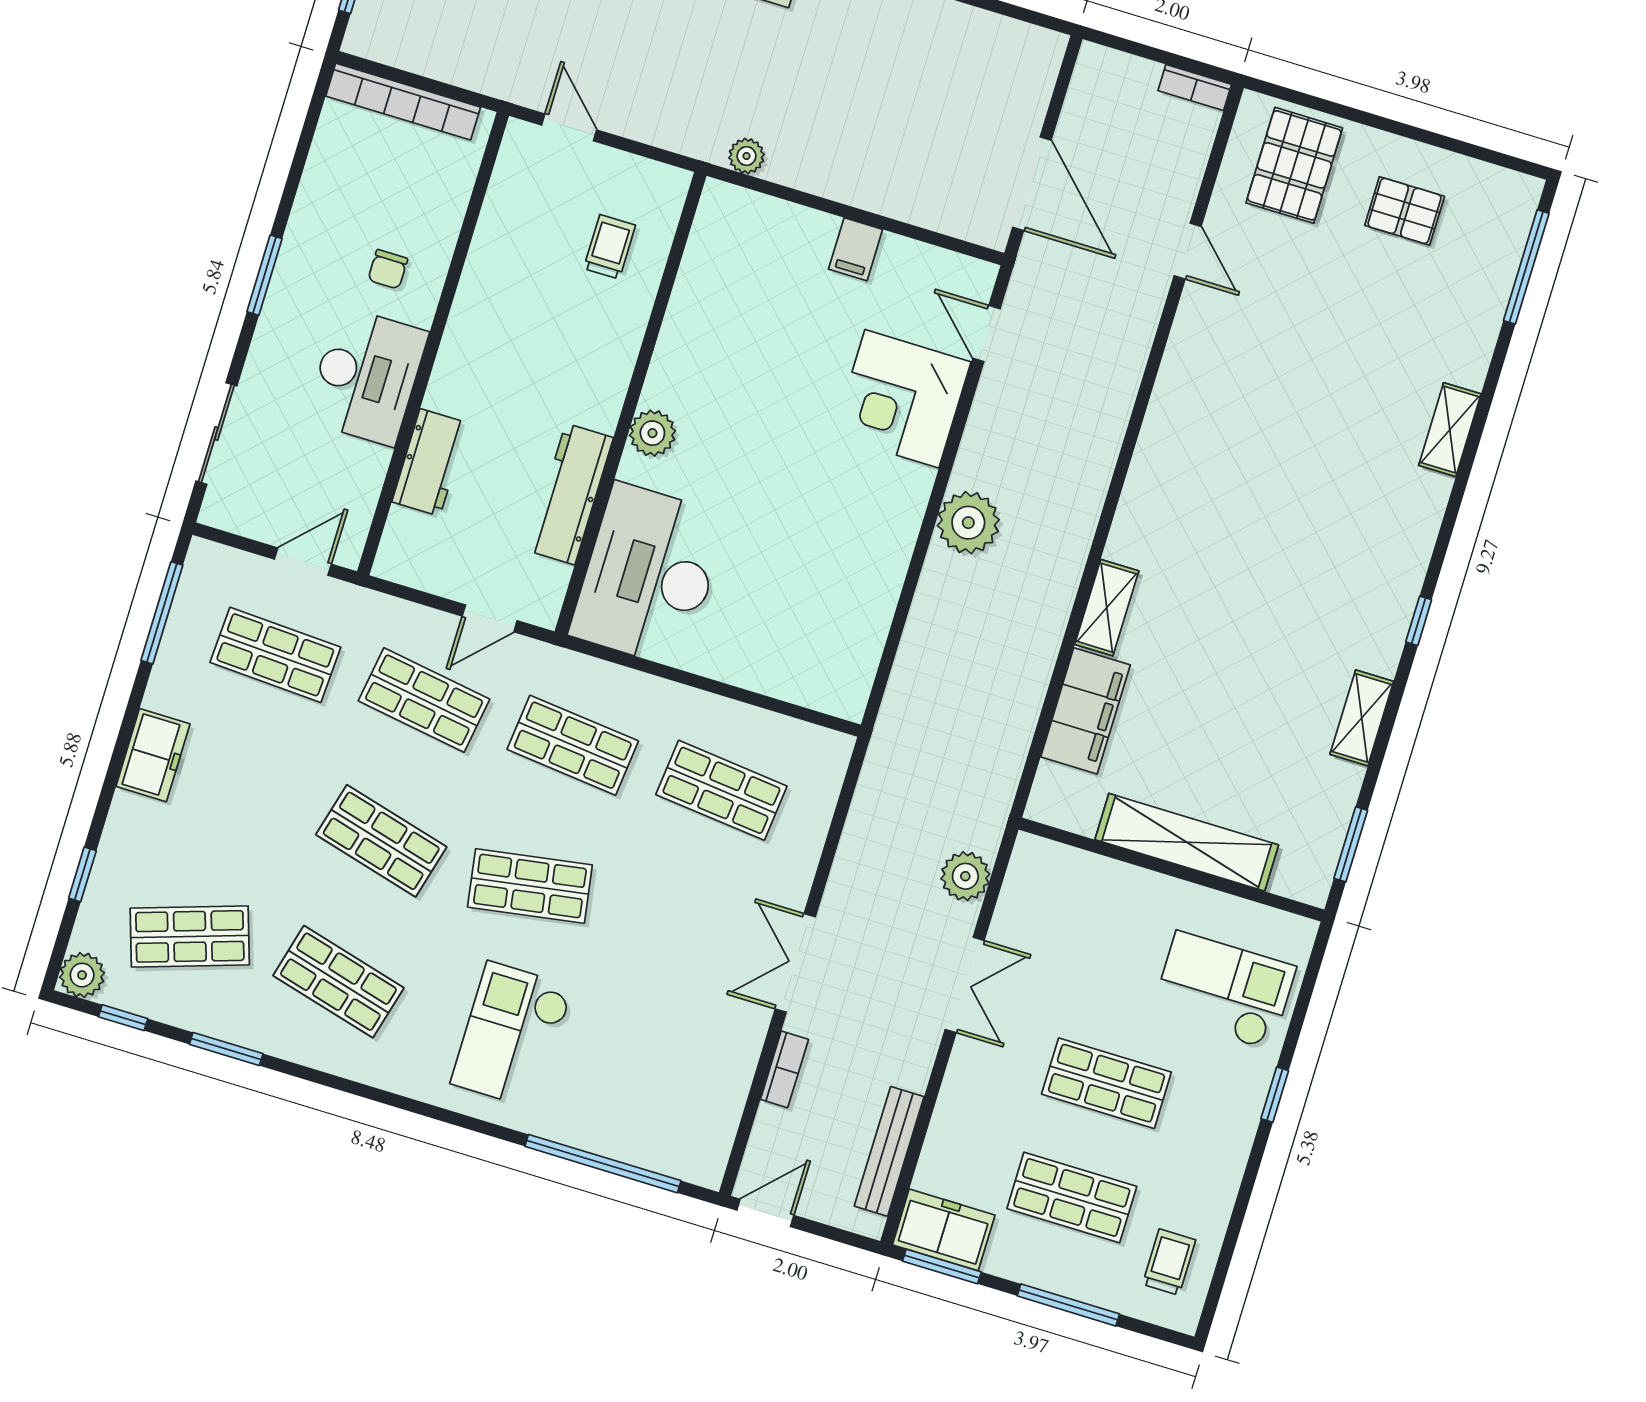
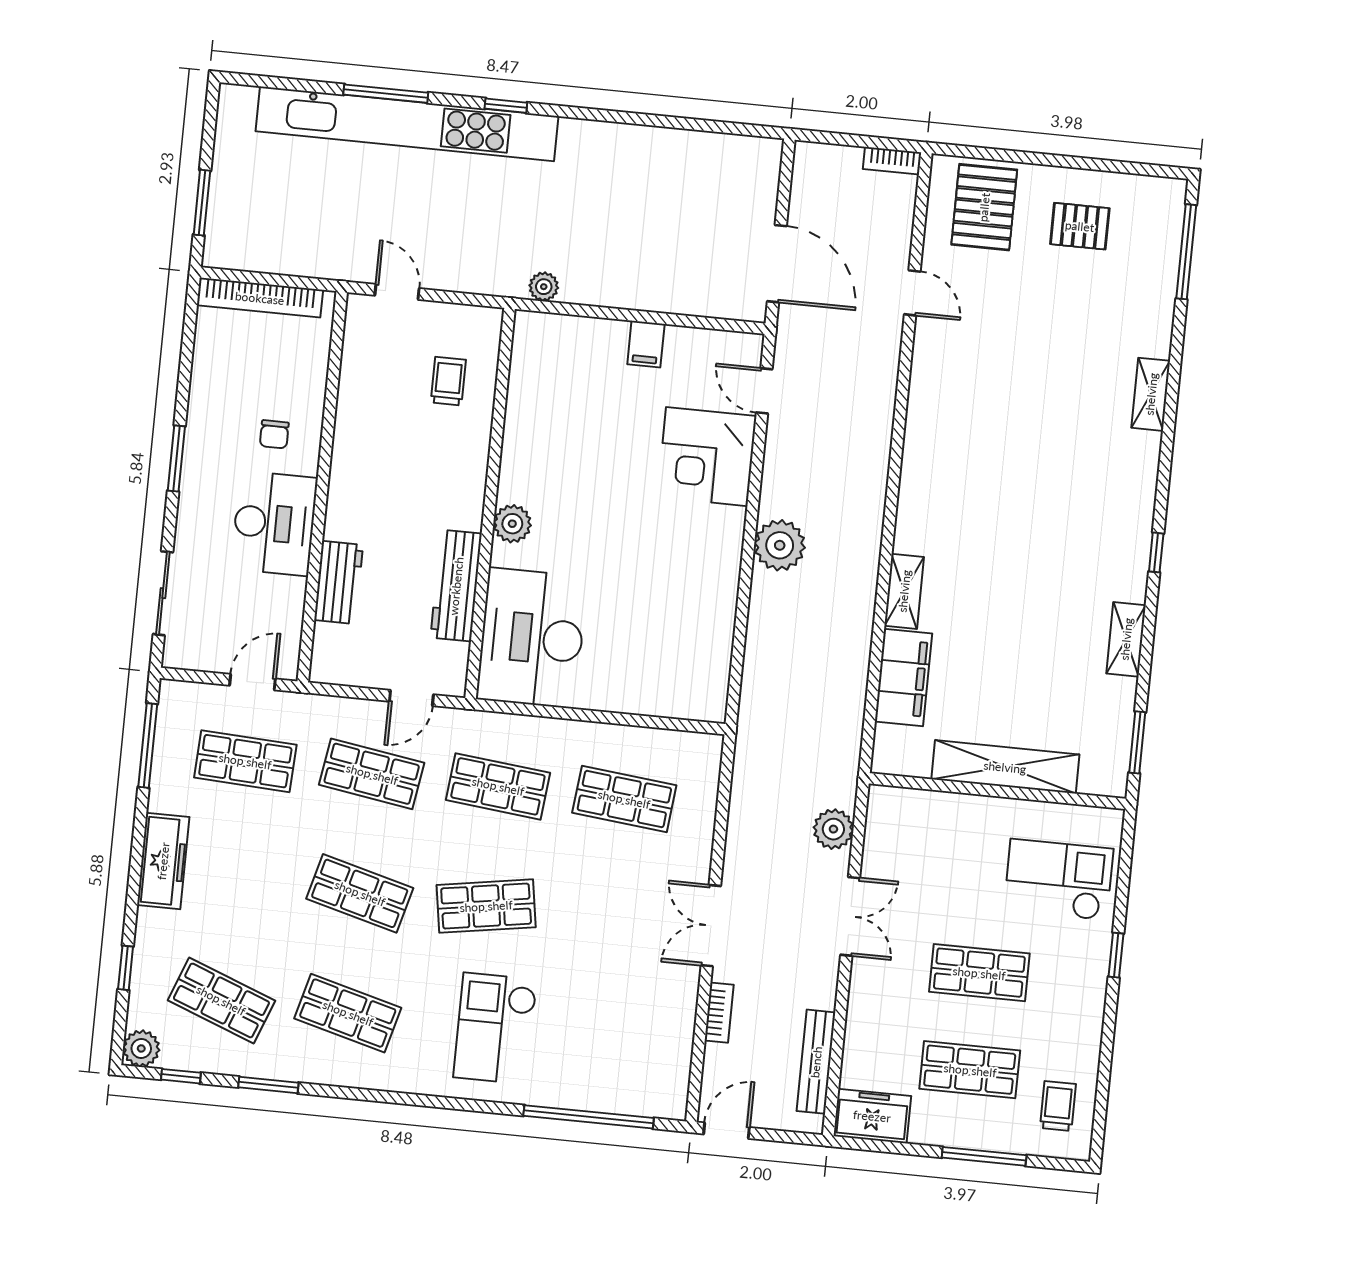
freezer: (153, 755) -> (163, 861), width x1.40
shop shelf: (190, 936) -> (221, 1000), turned 39
window: (942, 1266) -> (876, 1146), removed

